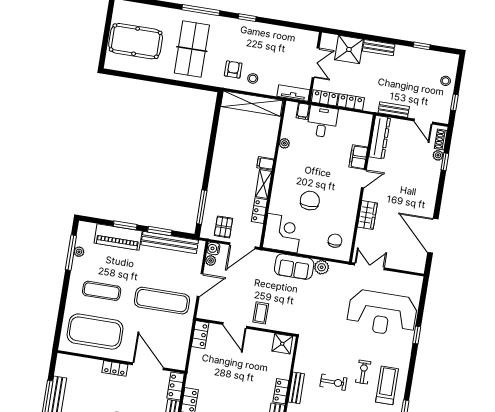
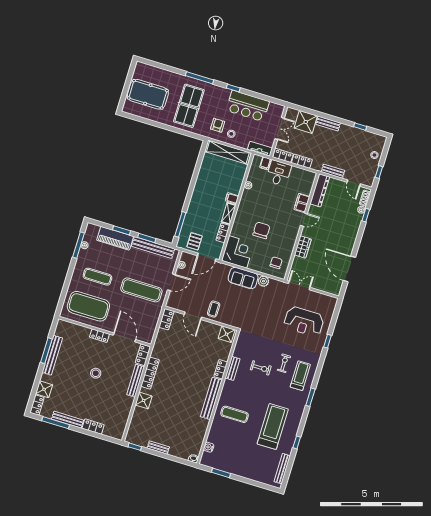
bar counter: (270, 39) -> (248, 106), added
water cooler: (213, 249) -> (185, 256), removed
reception desk: (382, 313) -> (304, 321), width x0.74, depth x0.77

